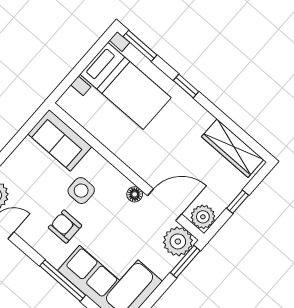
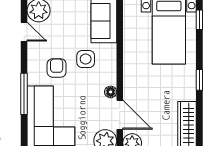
window: (140, 46) -> (199, 20), width x0.67
window: (186, 86) -> (199, 80), moved

